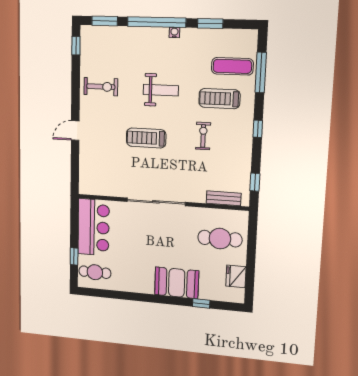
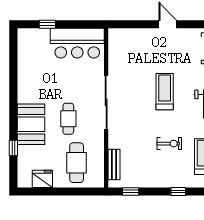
cafe table: (95, 272) -> (68, 119), moved

